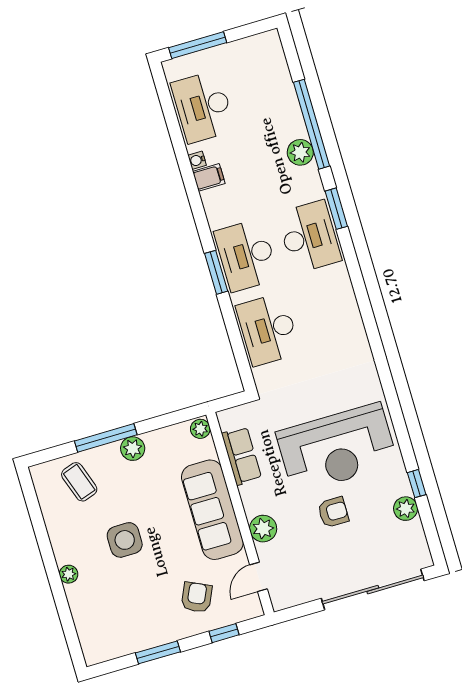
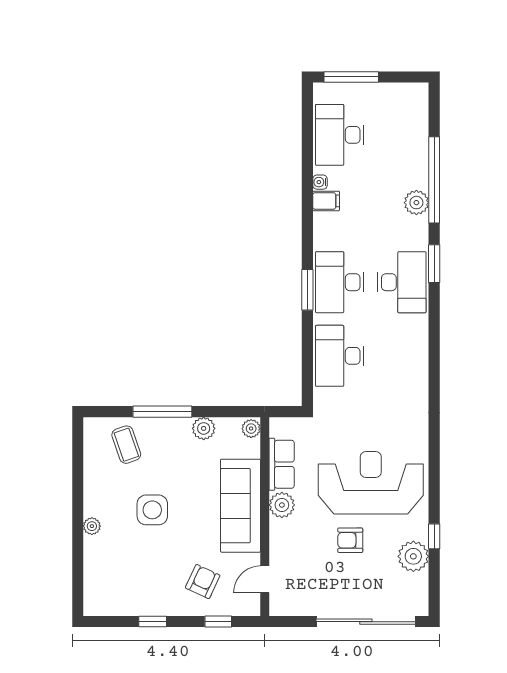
reception desk: (337, 448) -> (371, 483), turned 180
plant: (133, 449) -> (204, 428), moved
plant: (406, 509) -> (413, 556), width x1.36, depth x1.36
armchair: (333, 512) -> (350, 540), turned 180
plant: (263, 529) -> (282, 505), moved
window: (158, 652) -> (153, 622), width x0.67

